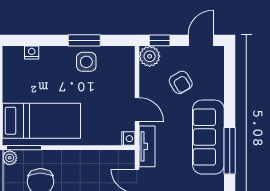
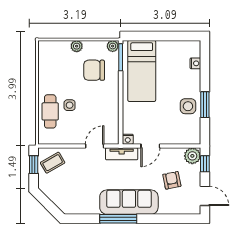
armchair: (181, 82) -> (172, 180), turned 109

